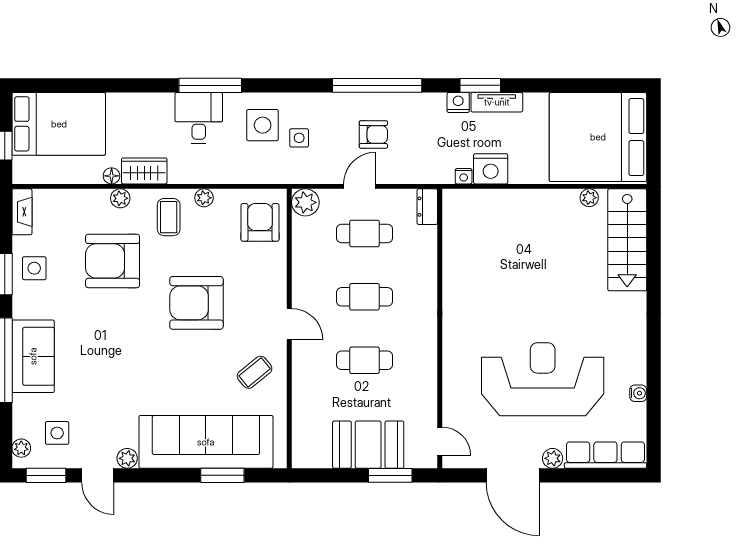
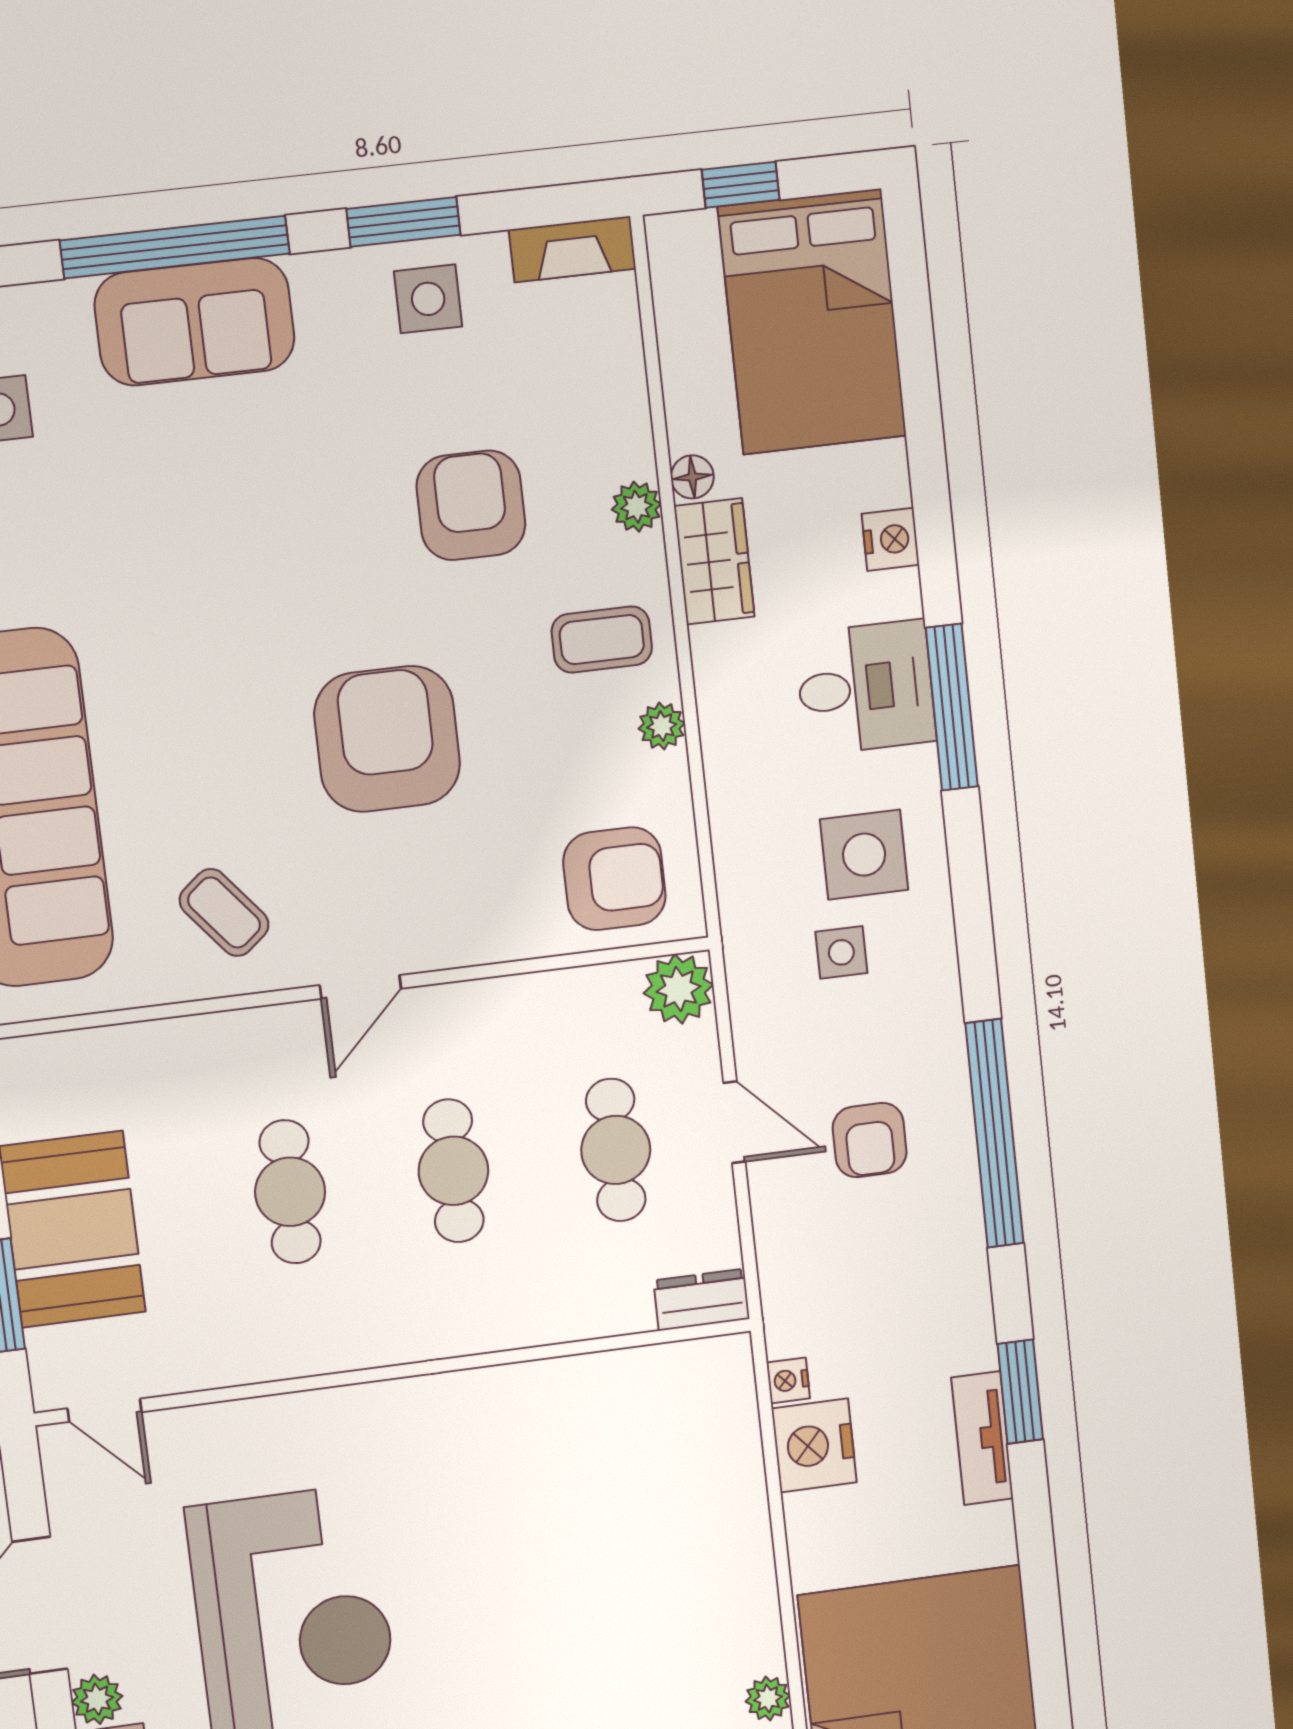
nightstand: (458, 102) -> (890, 539), moved
armchair: (113, 261) -> (471, 505), width x0.73, depth x0.73
door: (440, 441) -> (105, 1410), hinge flipped

